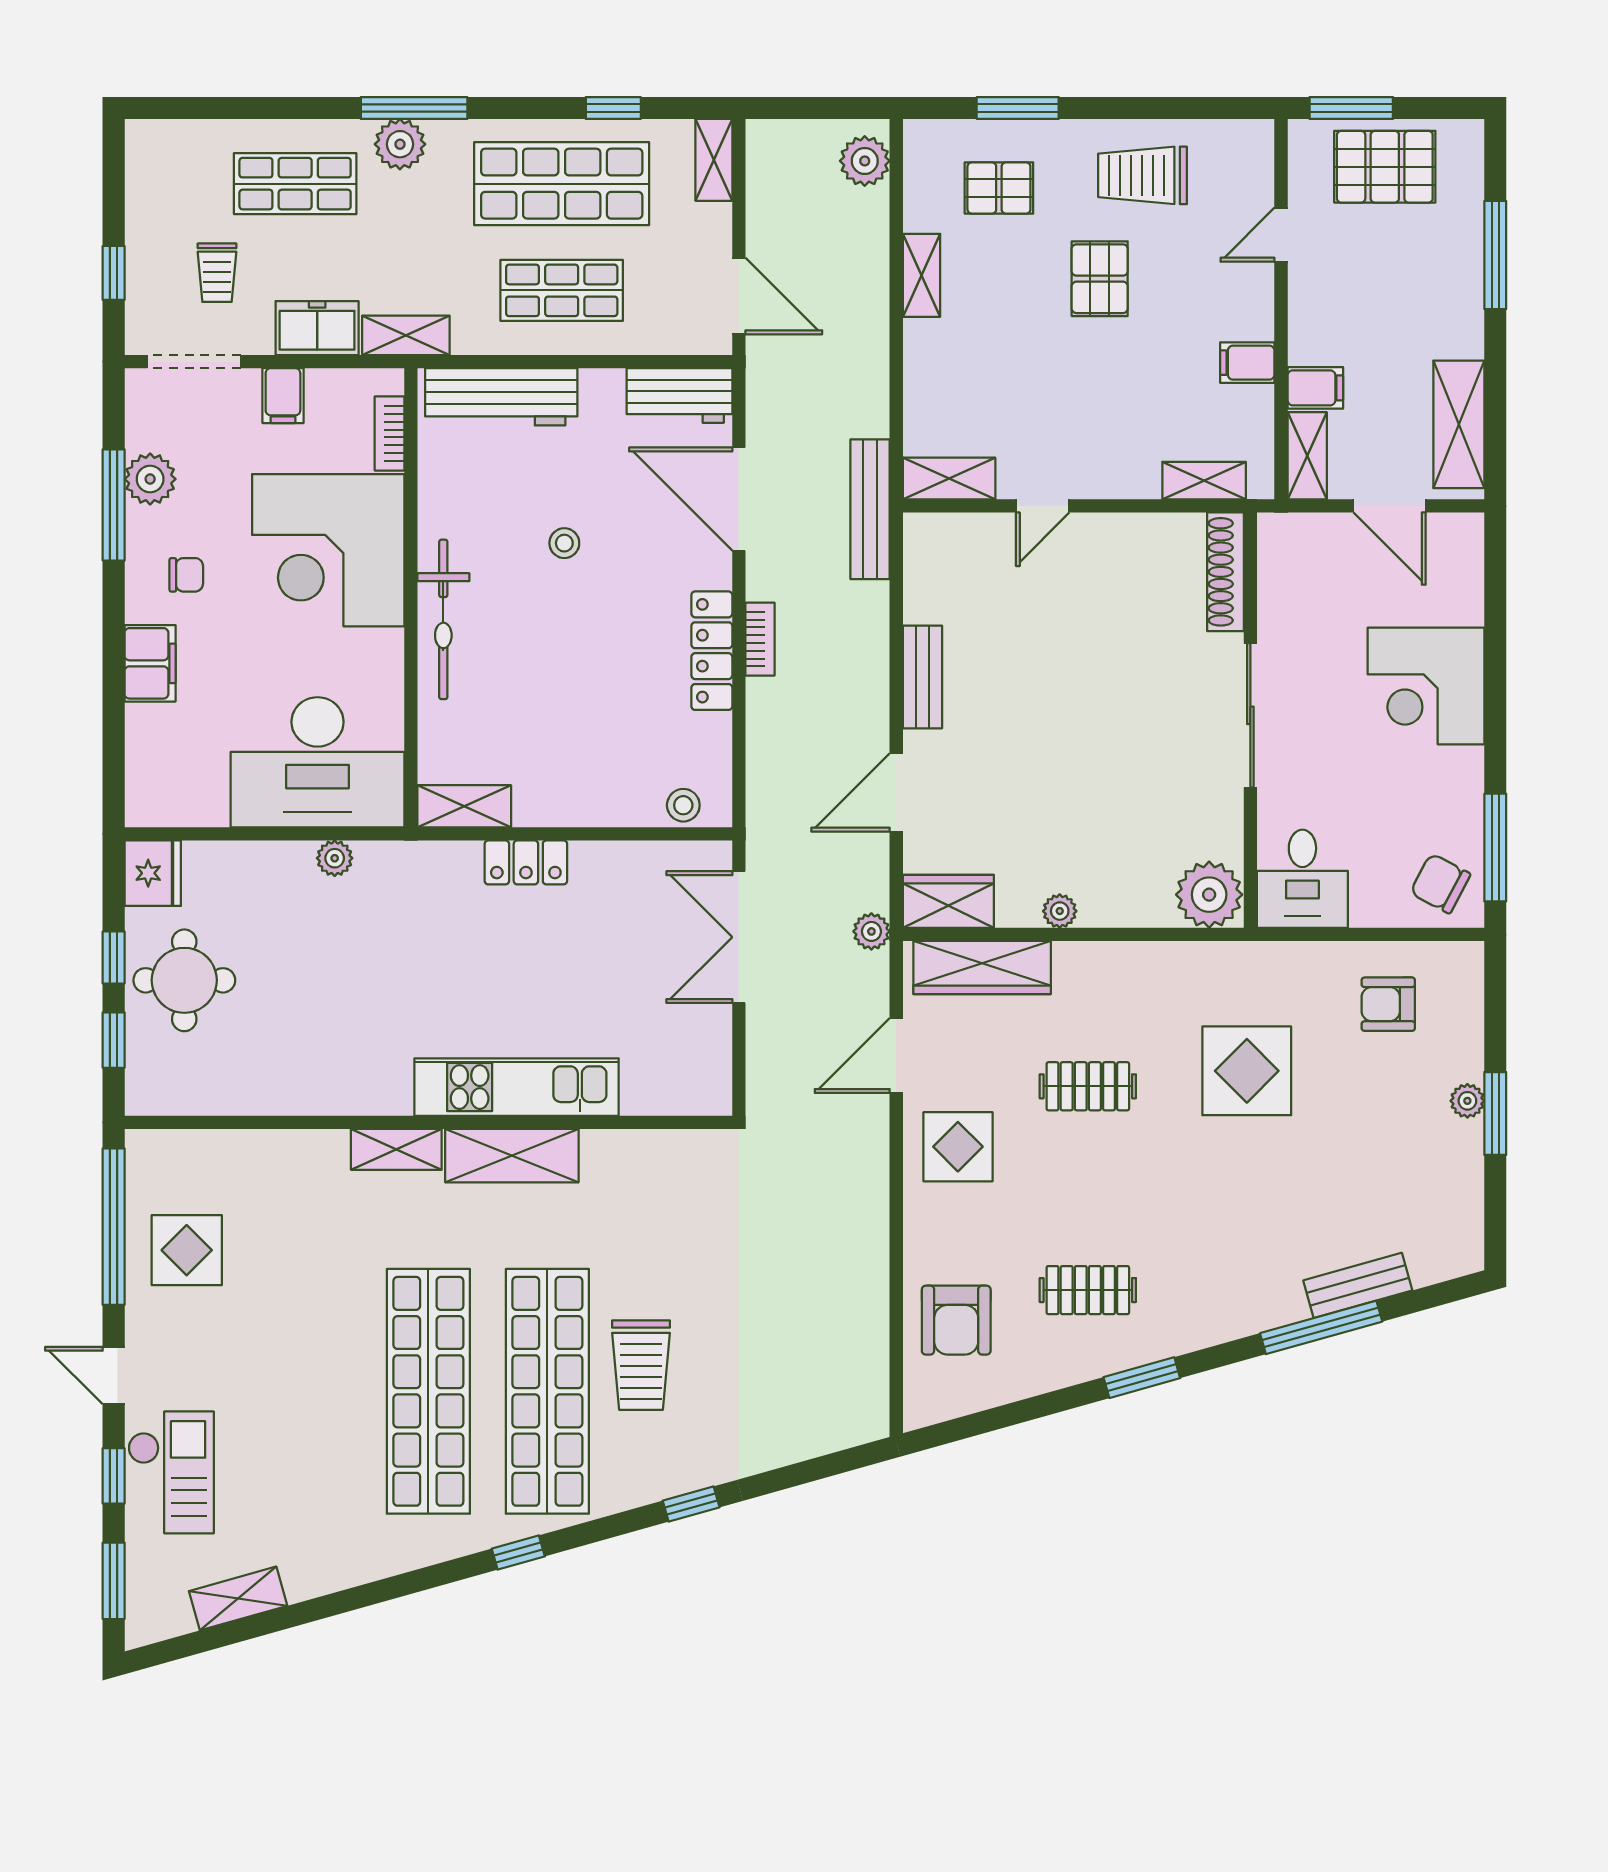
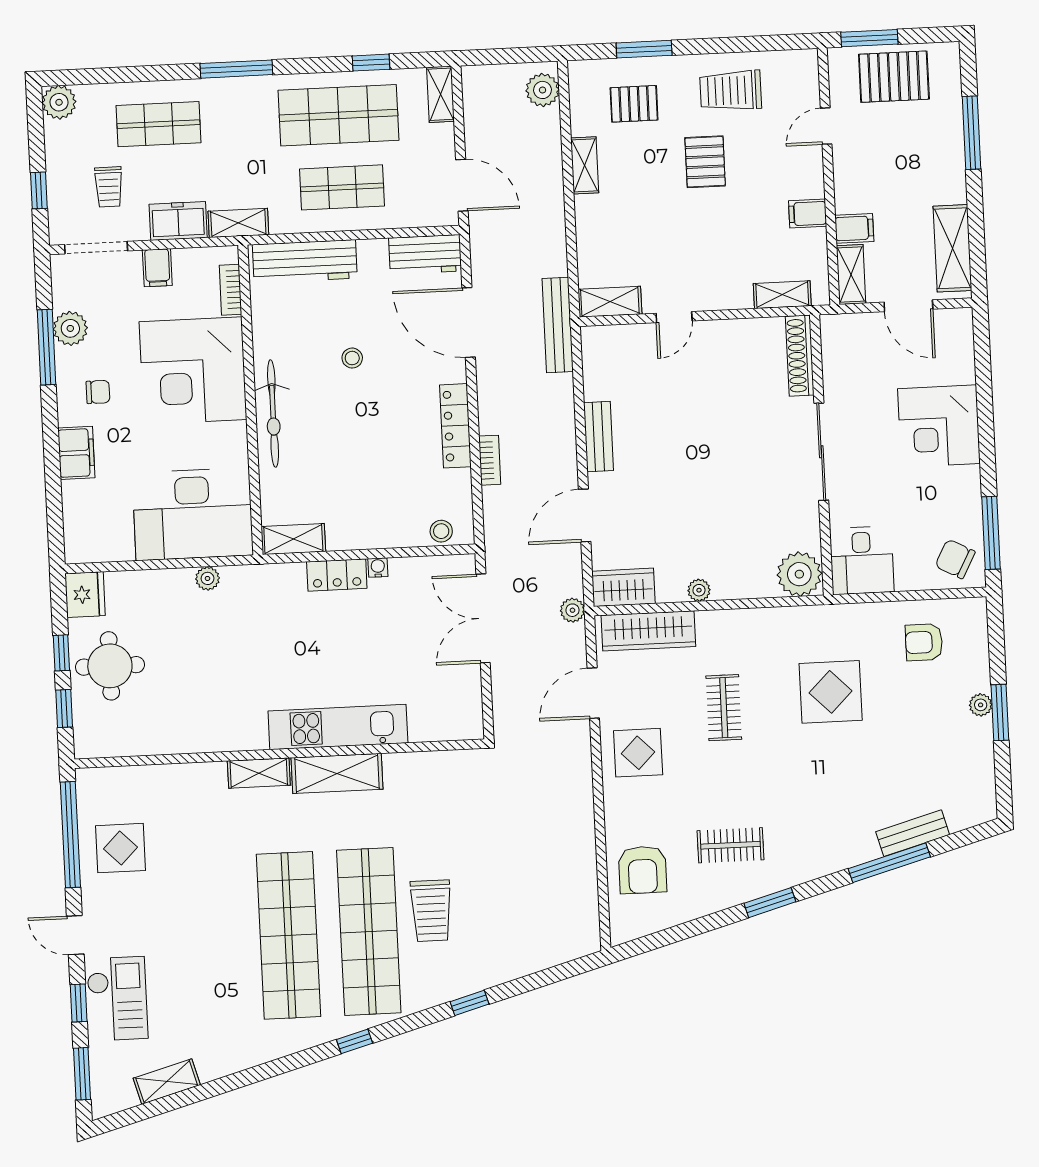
plant: (400, 144) -> (59, 102), moved
bookcase: (760, 639) -> (490, 460), moved
water cooler: (587, 854) -> (378, 568), added
clothes rail: (1088, 1086) -> (724, 708), turned 90

